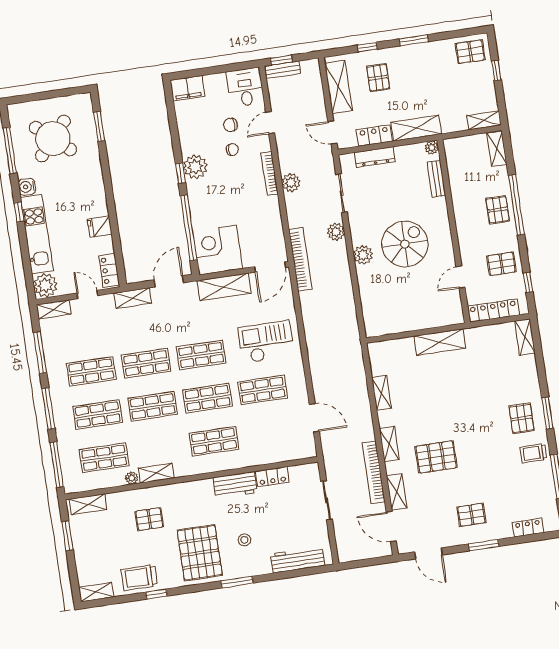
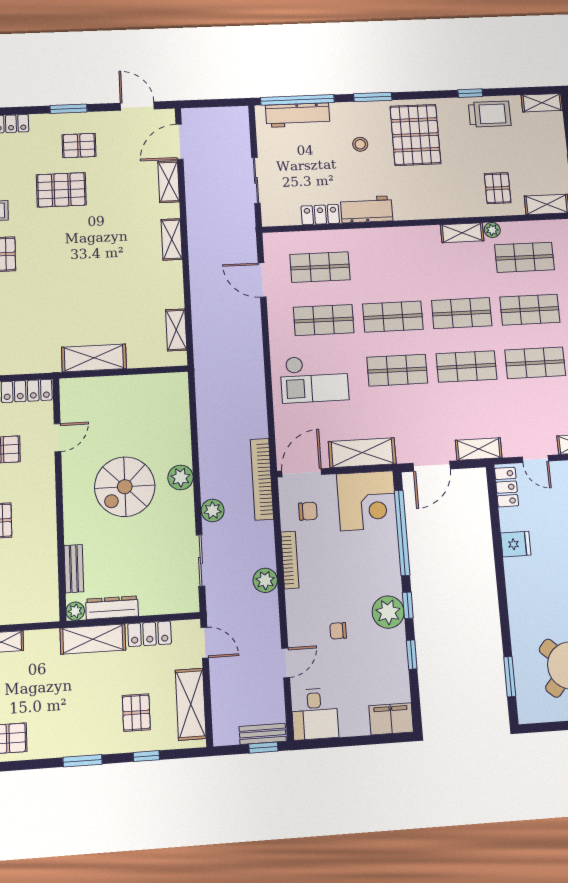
chair: (231, 125) -> (308, 511), moved
window: (175, 137) -> (412, 655), added
dresser: (375, 157) -> (112, 608), moved
bookcase: (270, 174) -> (290, 560), moved
shelving: (381, 393) -> (176, 330), moved
shop shelf: (214, 441) -> (320, 267), moved
pallet: (436, 457) -> (61, 190), moved
bookcase: (374, 472) -> (195, 208), removed
pallet: (149, 519) -> (498, 188), moved, turned 90
door: (391, 527) -> (179, 142), swing flipped
window: (299, 573) -> (298, 100), added

